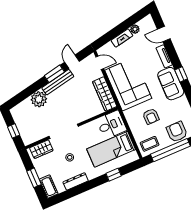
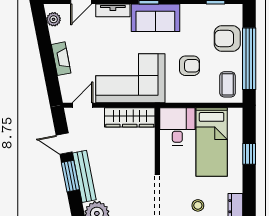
plant: (135, 29) -> (54, 19), moved

